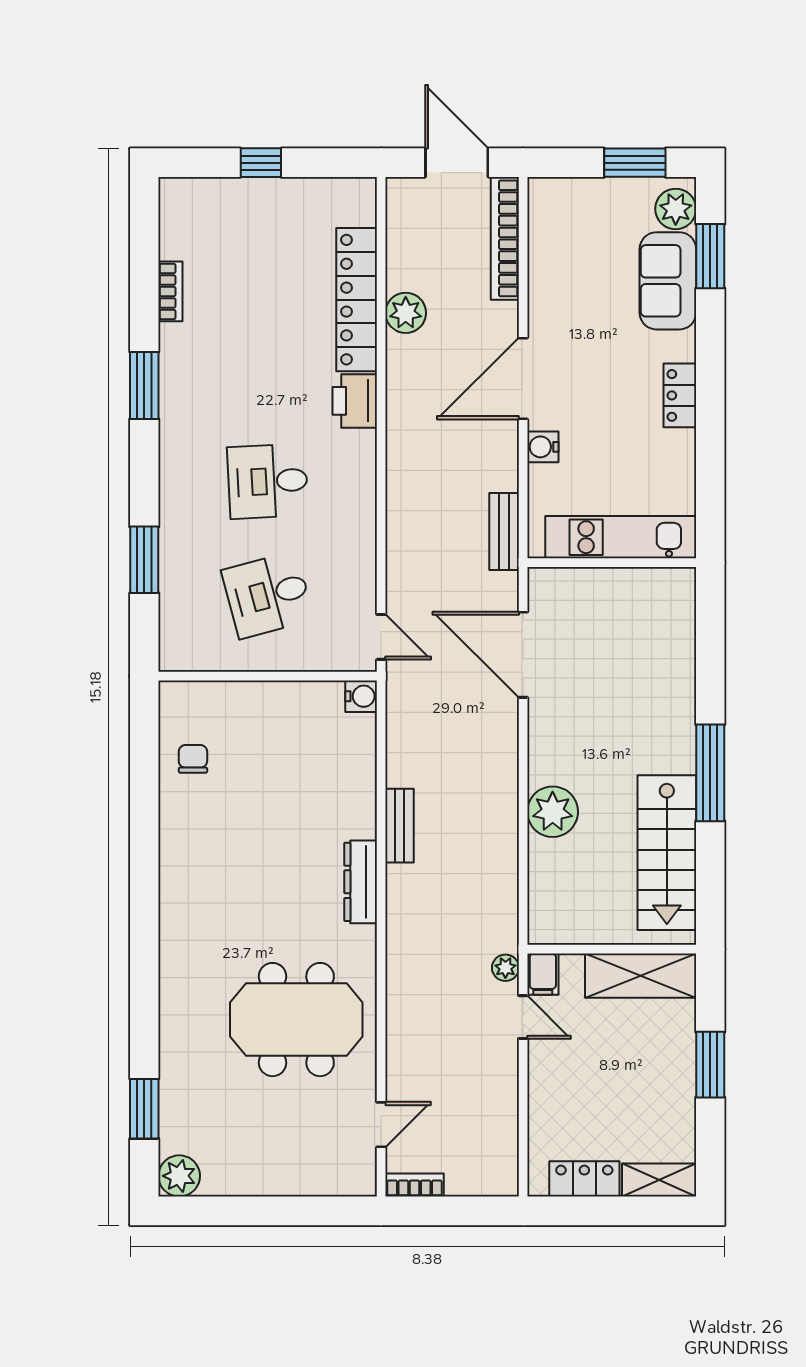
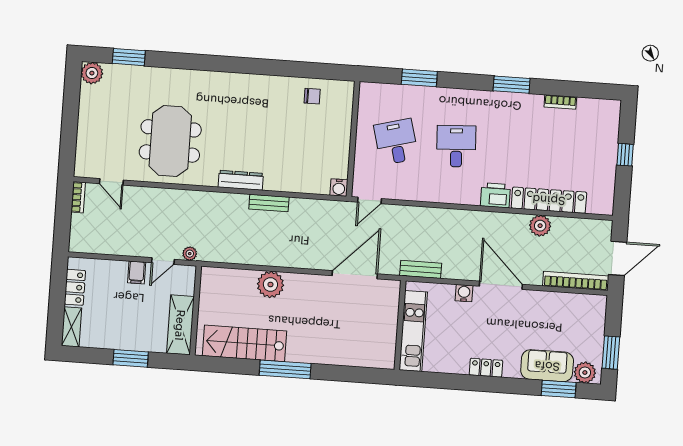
filing cabinet: (543, 974) -> (137, 272), moved, turned -90

